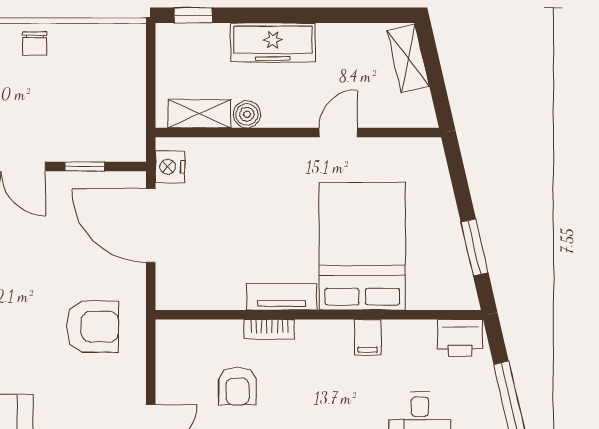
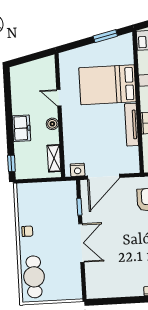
freezer: (273, 43) -> (21, 128), width x0.71
shelving: (408, 58) -> (25, 69), removed
boiler: (247, 114) -> (52, 124), moved
tv unit: (282, 297) -> (132, 125), width x1.41

